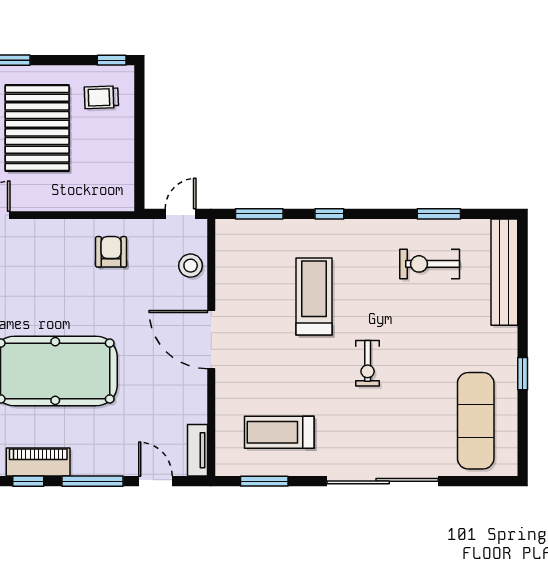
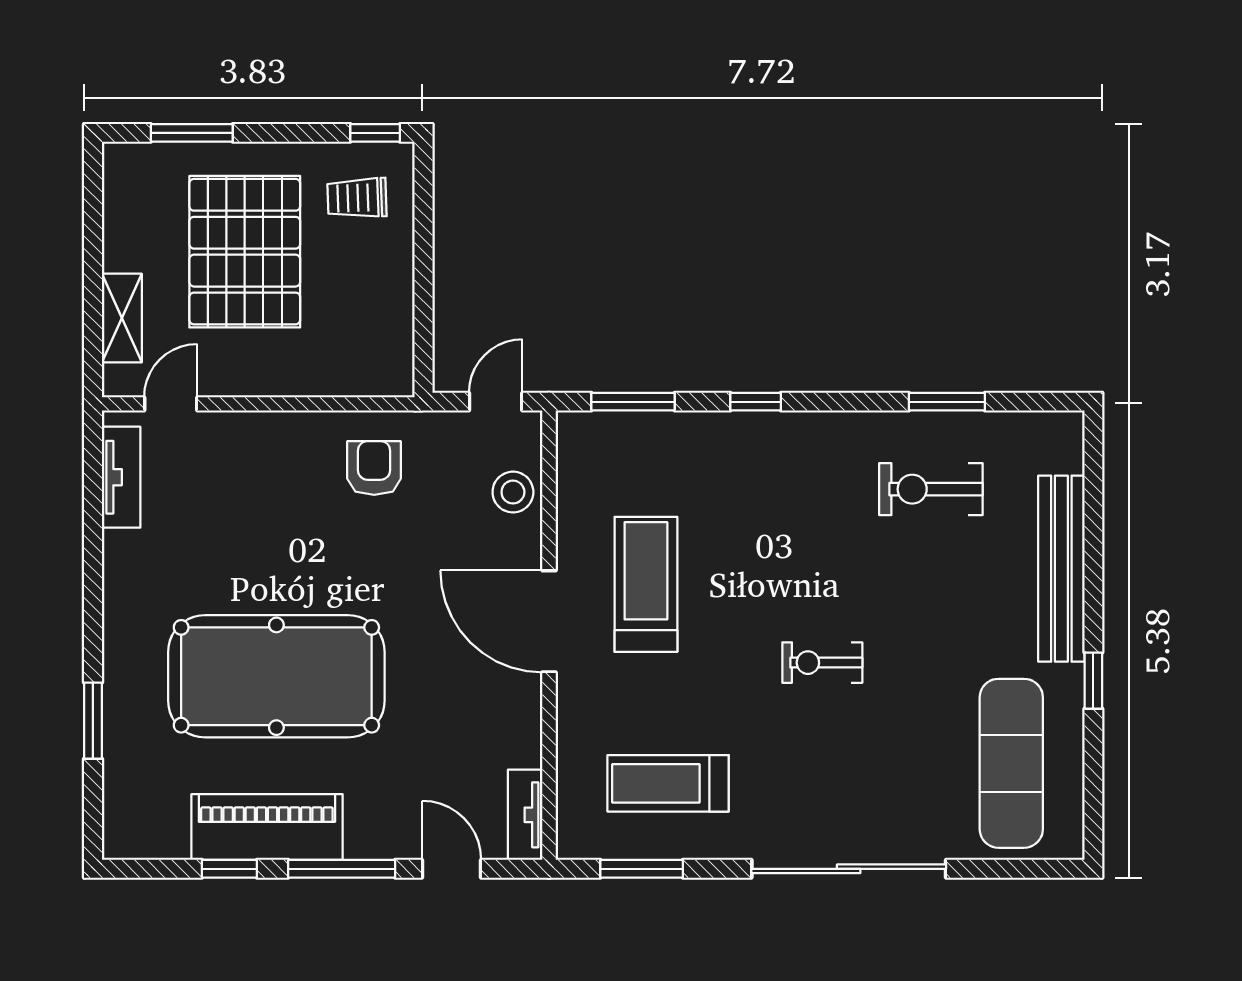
bench: (504, 272) -> (1061, 569), moved
treadmill: (314, 297) -> (646, 584), moved
exercise bike: (368, 363) -> (822, 663), turned 90
piano: (38, 462) -> (267, 827), width x1.37, depth x1.33

